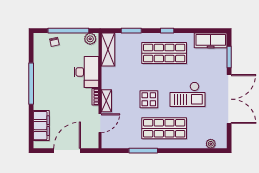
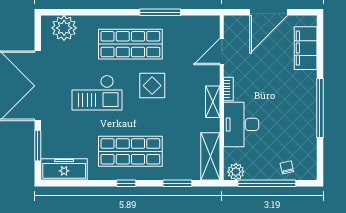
checkout: (188, 94) -> (97, 93), turned 180
shelving: (106, 101) -> (213, 102), moved
plant: (211, 144) -> (64, 28), width x1.87, depth x1.87

